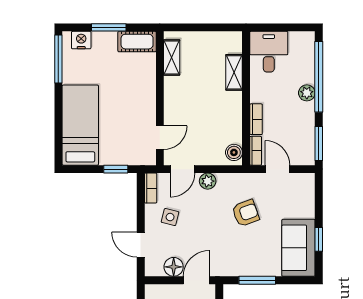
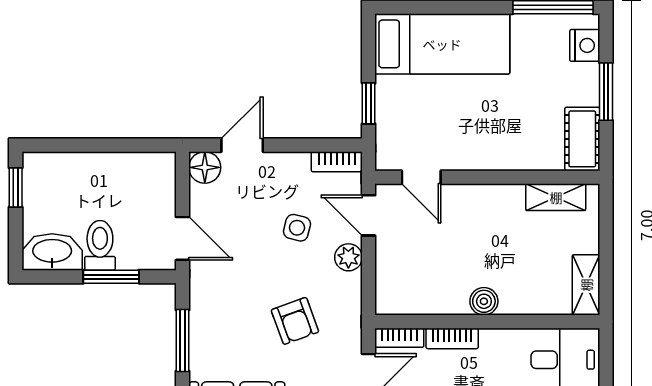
shelving: (234, 72) -> (586, 285), moved, turned 90
boiler: (234, 152) -> (484, 301), moved
side table: (170, 217) -> (297, 228), moved
floor lamp: (174, 267) -> (205, 167), moved

